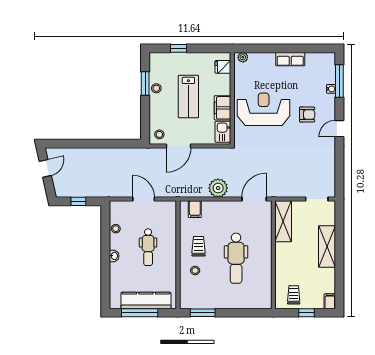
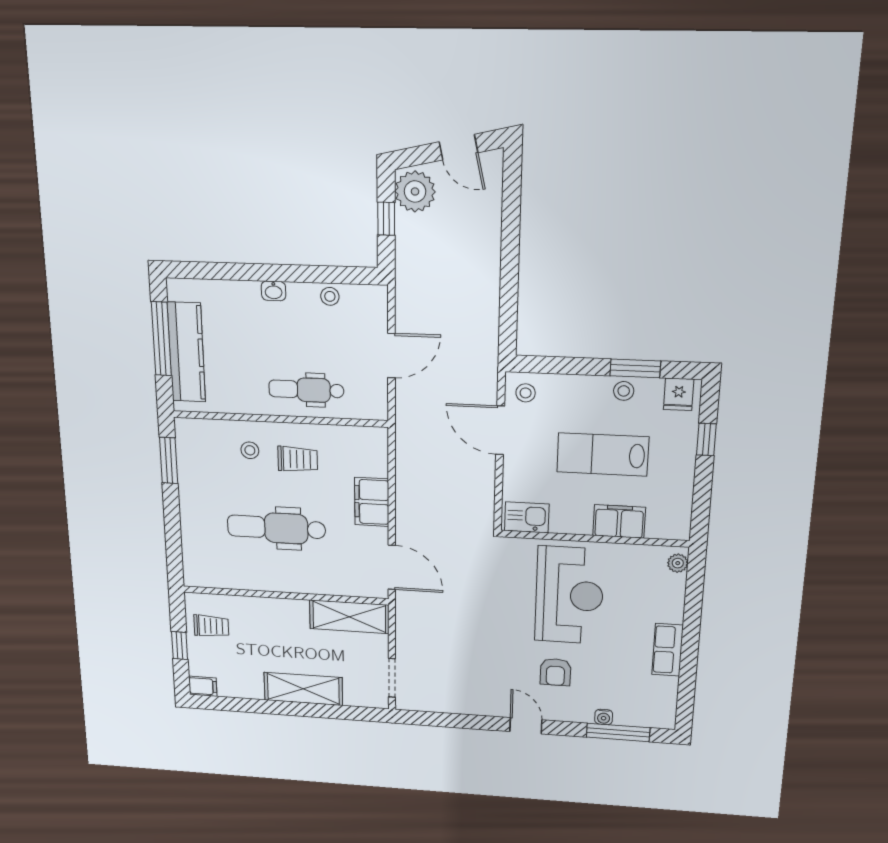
fridge: (223, 67) -> (679, 394), moved, turned 180
filing cabinet: (223, 108) -> (619, 521), moved
plant: (218, 188) -> (415, 191), moved
filing cabinet: (195, 209) -> (372, 502), moved, width x2.00
dental chair: (148, 247) -> (306, 390), moved

